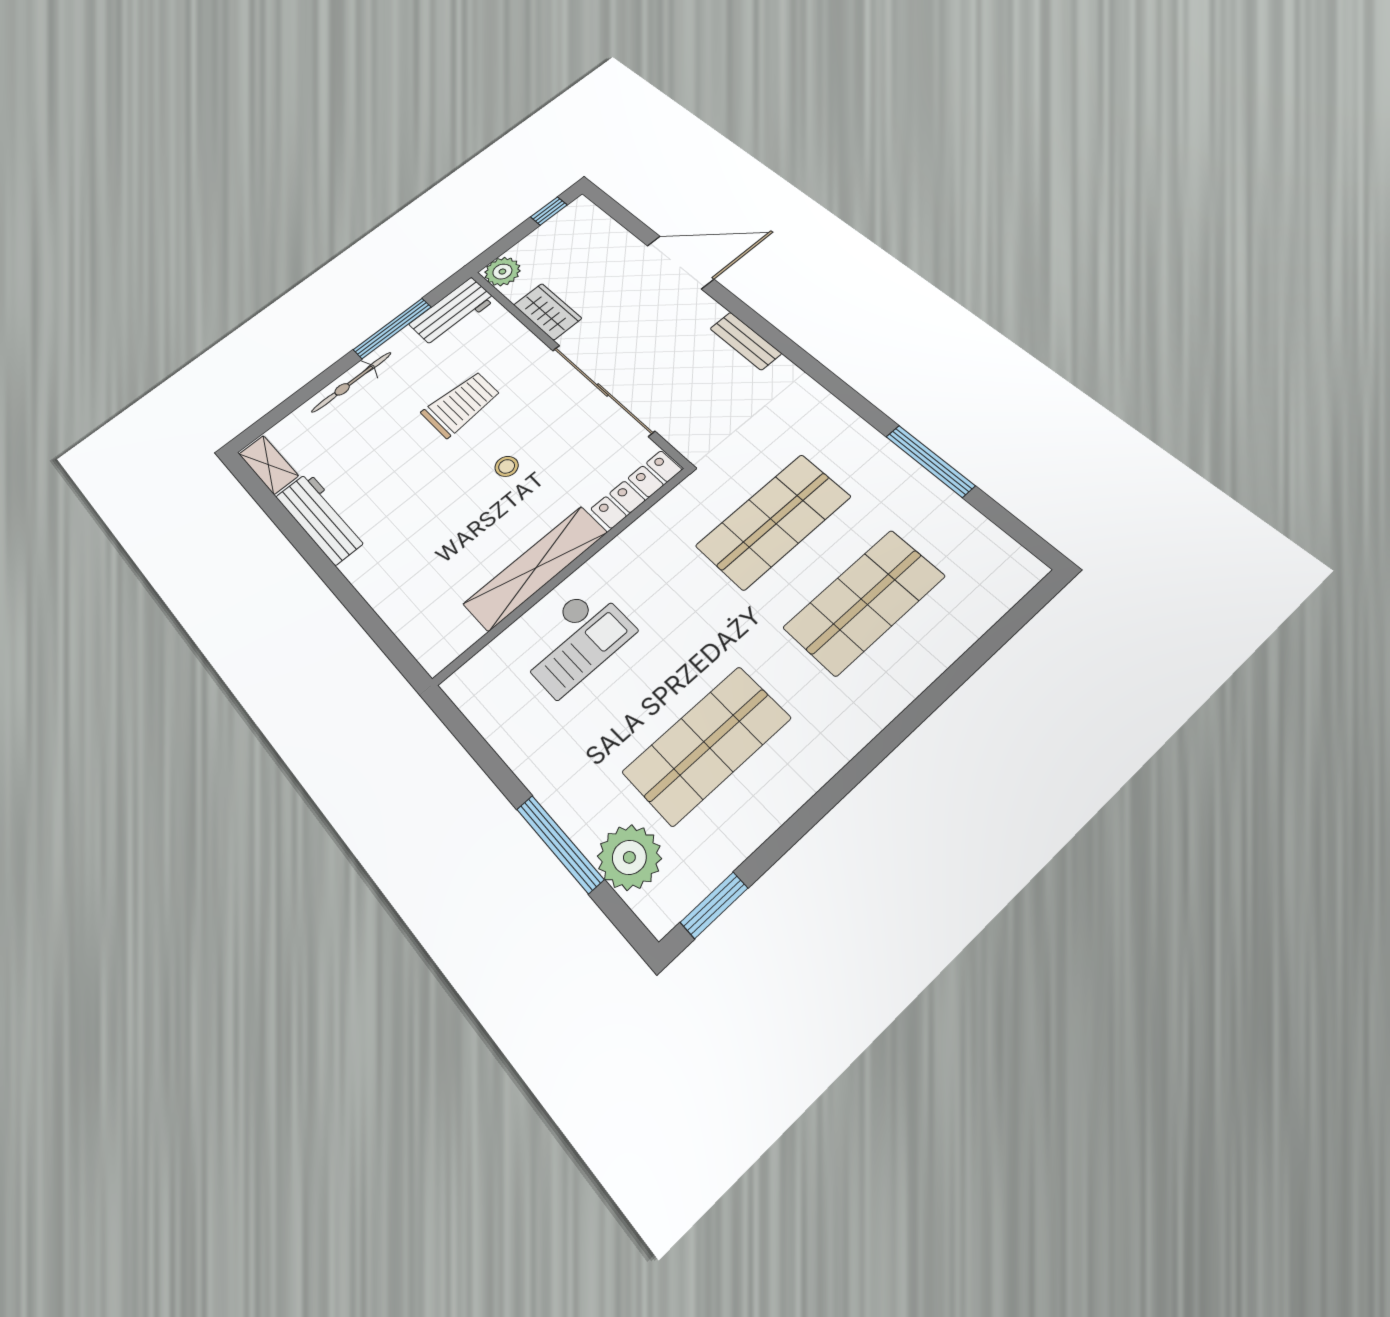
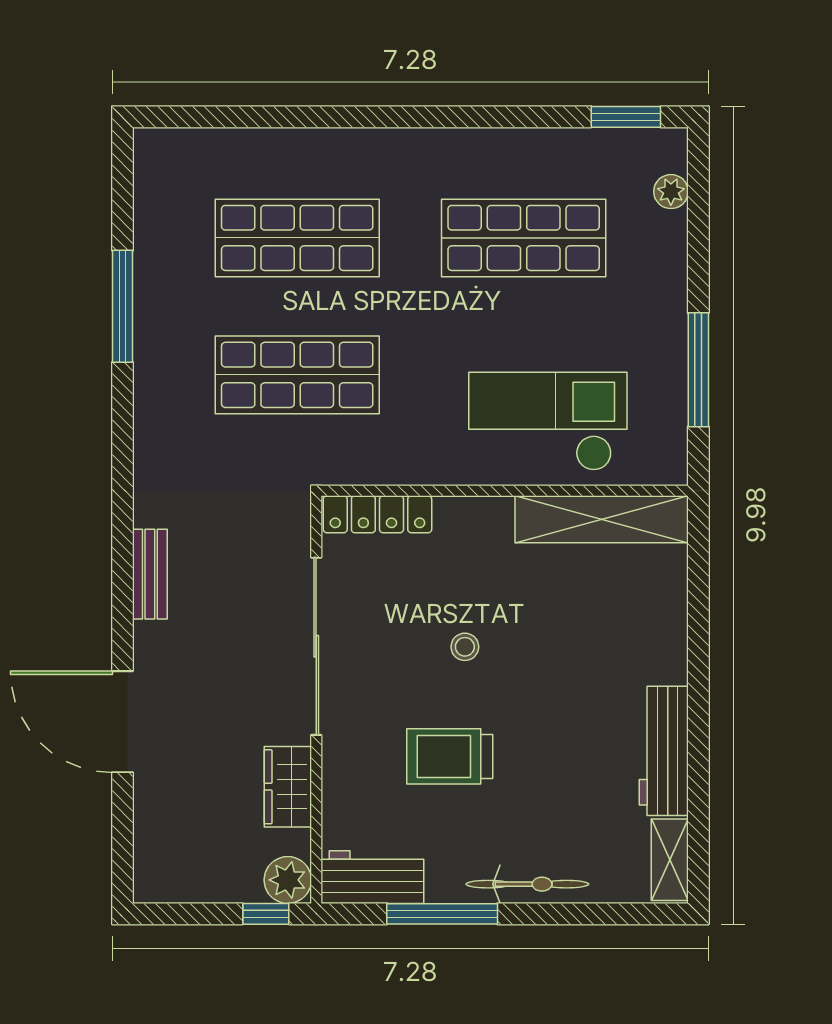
window: (549, 211) -> (266, 914), moved
shelving: (536, 568) -> (602, 519), moved
checkout: (574, 641) -> (548, 421), width x1.36, depth x1.21
window: (560, 844) -> (698, 370), moved
plant: (629, 857) -> (671, 192), width x0.53, depth x0.53

